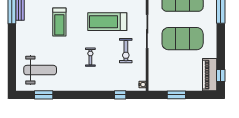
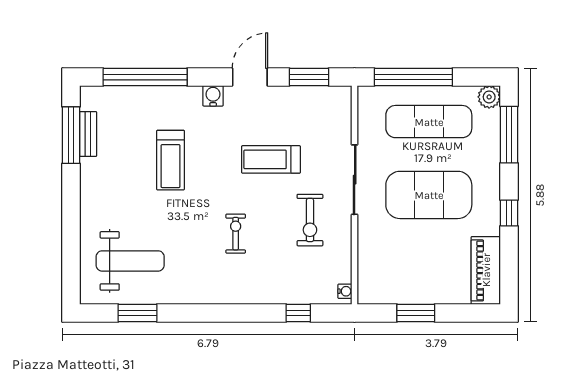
treadmill: (107, 22) -> (271, 159), width x0.73, depth x0.73
window: (221, 76) -> (509, 213), moved

